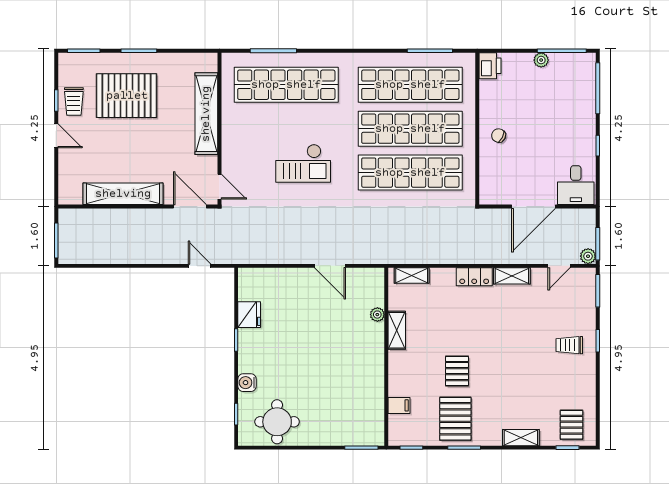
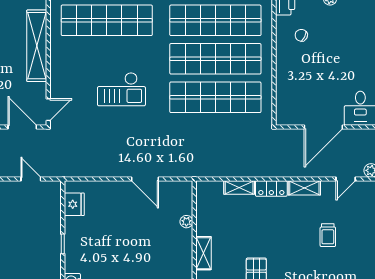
chair: (499, 136) -> (301, 35), moved
door: (219, 187) -> (48, 110), hinge flipped
shelving: (412, 276) -> (239, 187), moved
fridge: (249, 315) -> (74, 204), moved
shelving: (397, 330) -> (204, 253), moved
trolley: (569, 345) -> (328, 235), moved, turned -90

